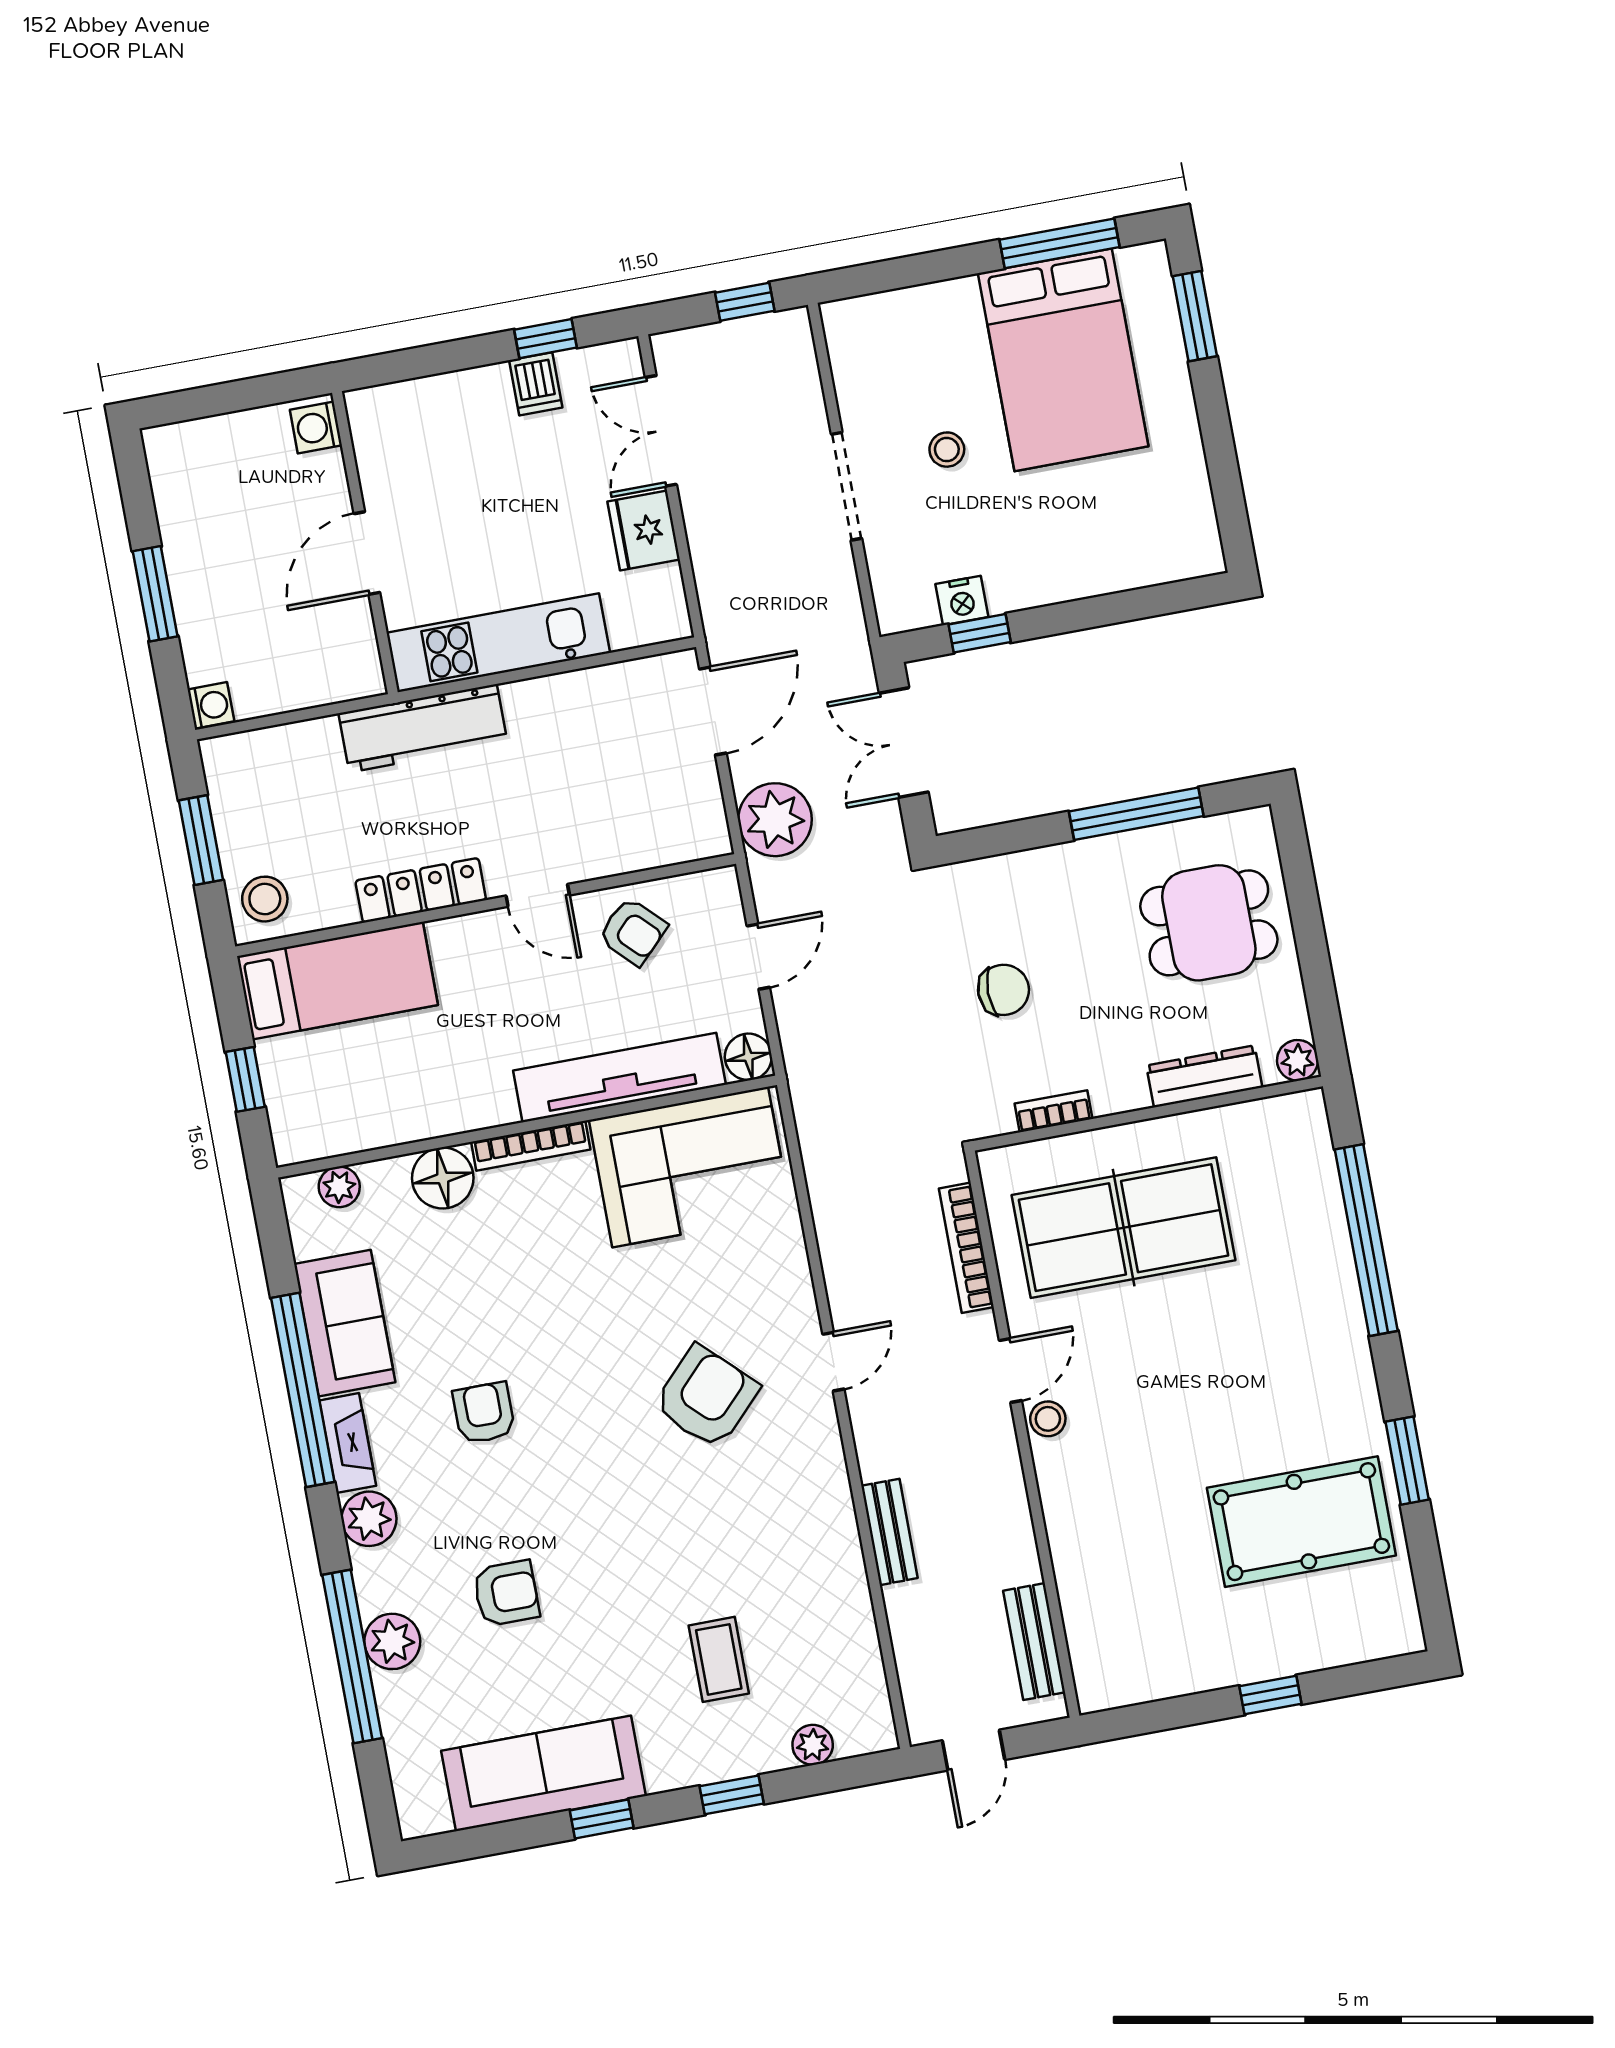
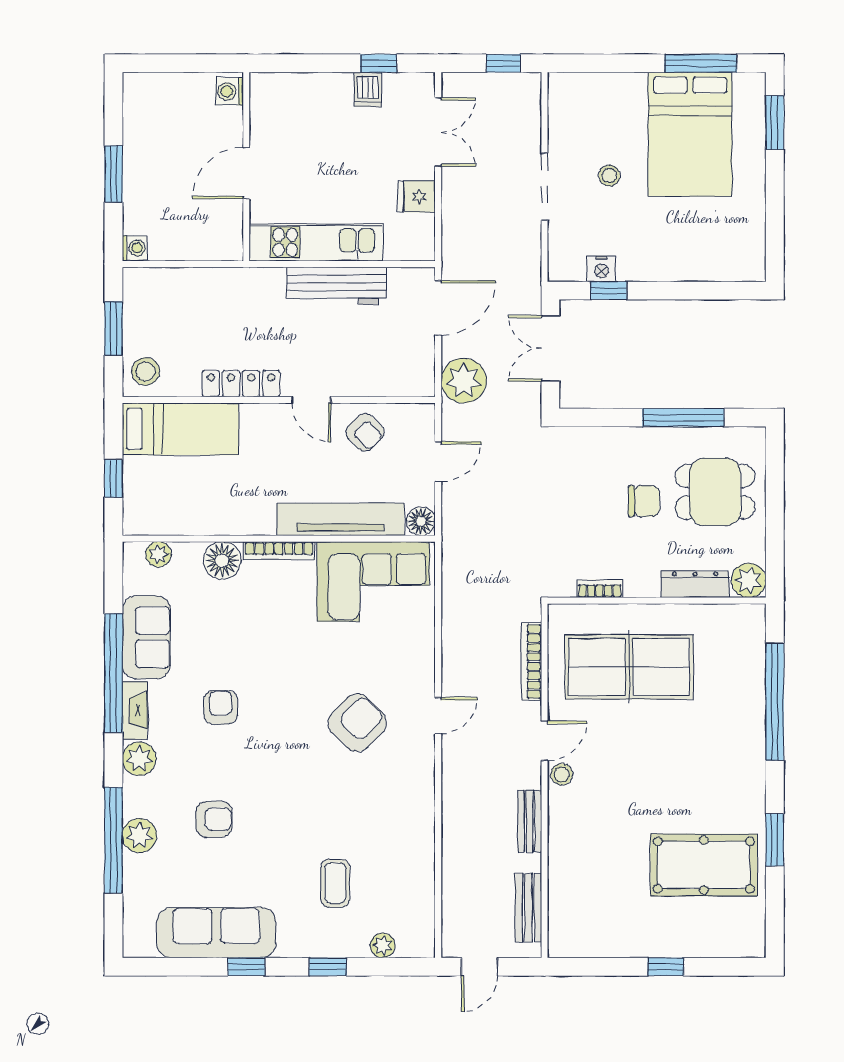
double door: (661, 431) -> (438, 132), swing flipped
fridge: (644, 531) -> (417, 197), width x0.72
workbench: (423, 728) -> (337, 286), moved
chair: (1003, 990) -> (644, 501), moved
plant: (1298, 1060) -> (749, 580), width x1.38, depth x1.38
bench: (889, 1532) -> (530, 821), moved

